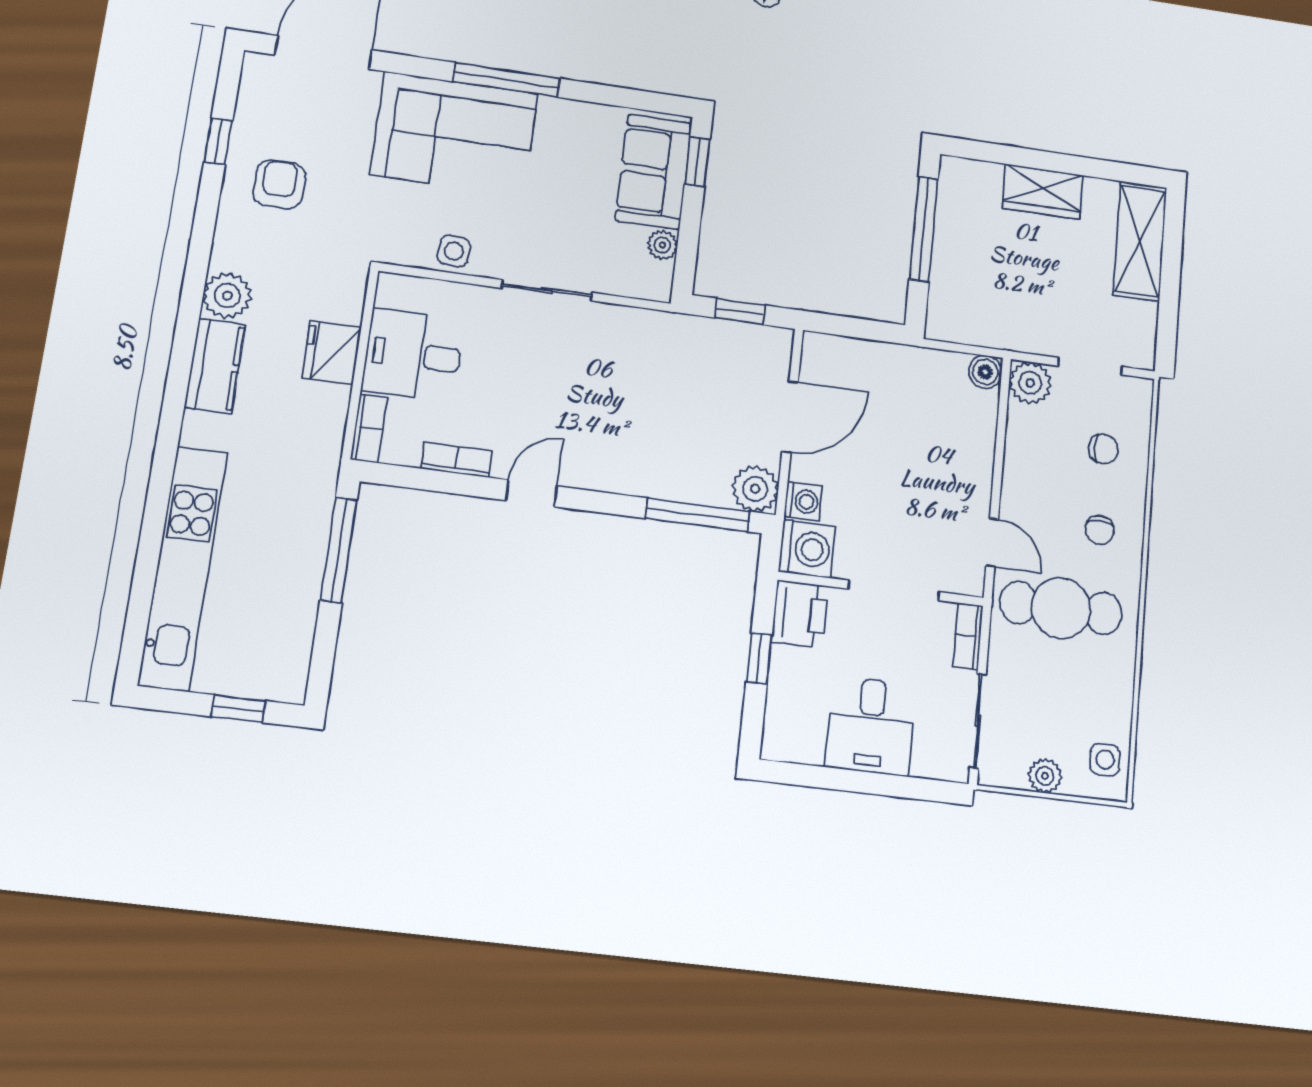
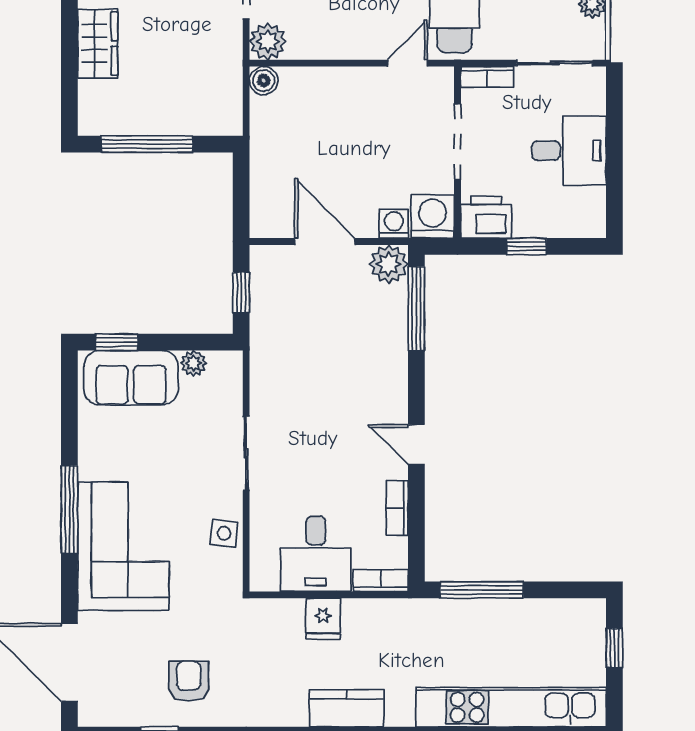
armchair: (279, 184) -> (189, 681), turned 90
plant: (227, 296) -> (288, 708), removed
fridge: (332, 353) -> (323, 619), width x0.72

